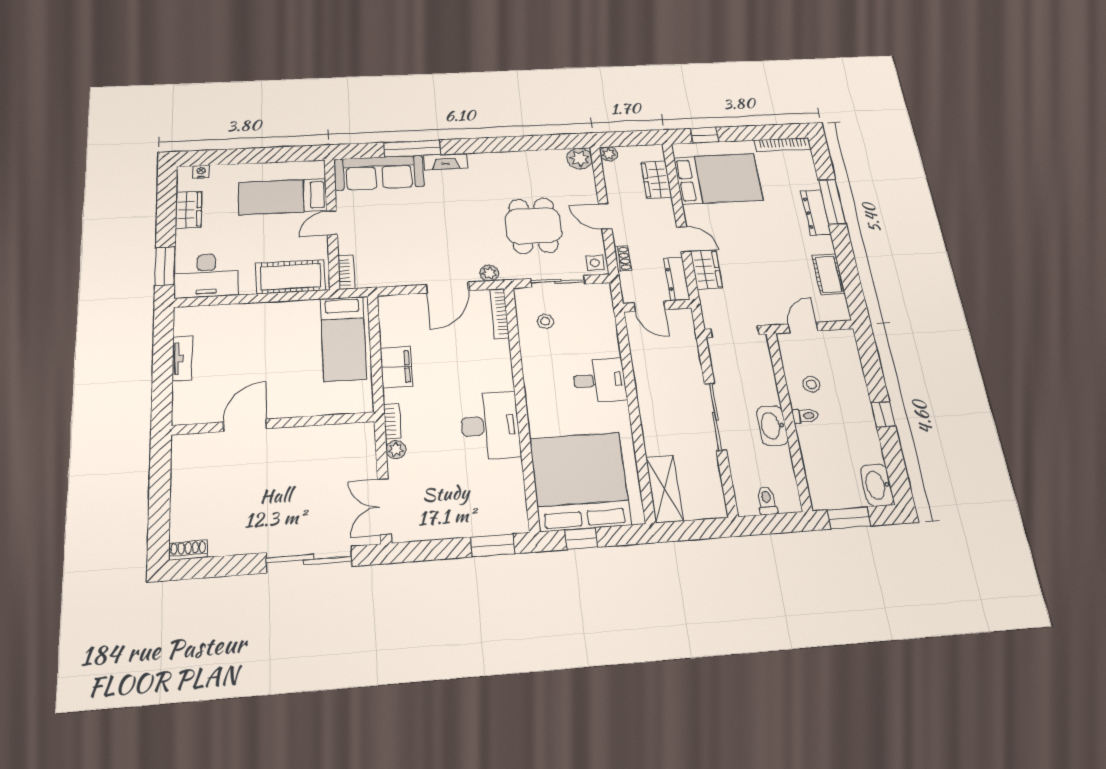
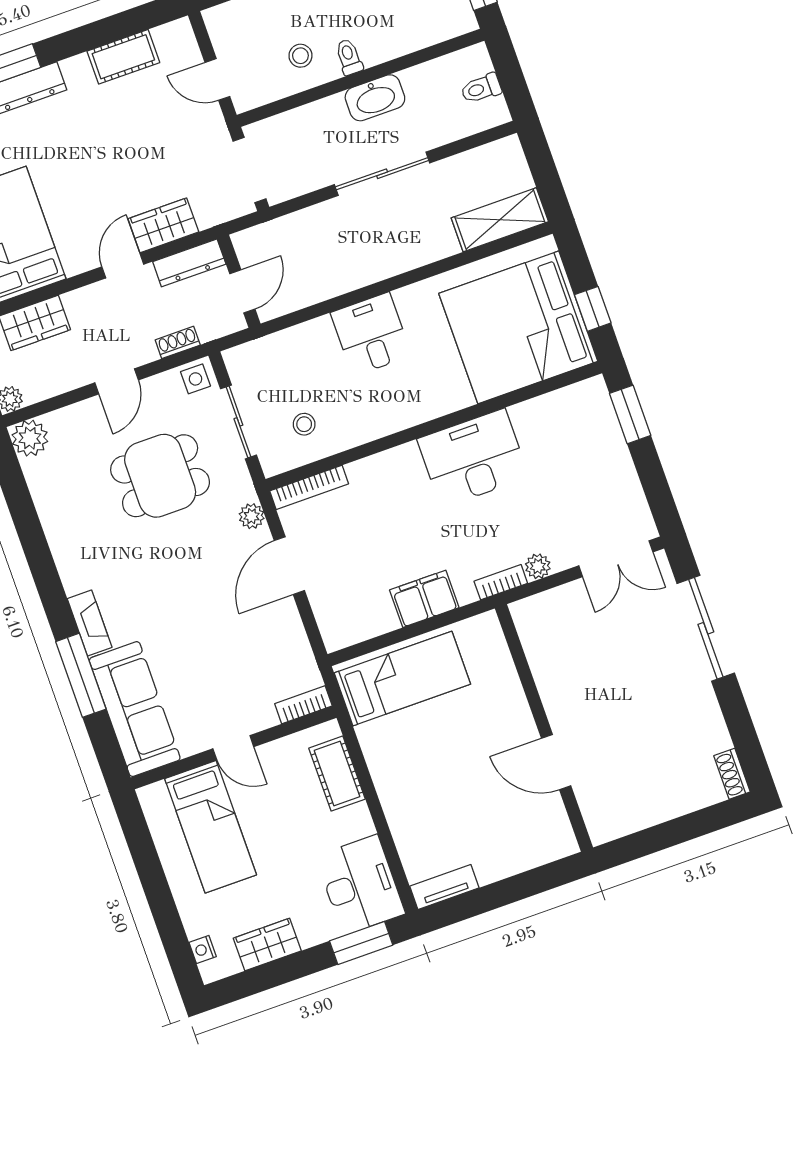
cot: (290, 277) -> (337, 774), width x0.73, depth x0.75
door: (448, 288) -> (289, 566), swing flipped
tv unit: (182, 358) -> (444, 887), moved

